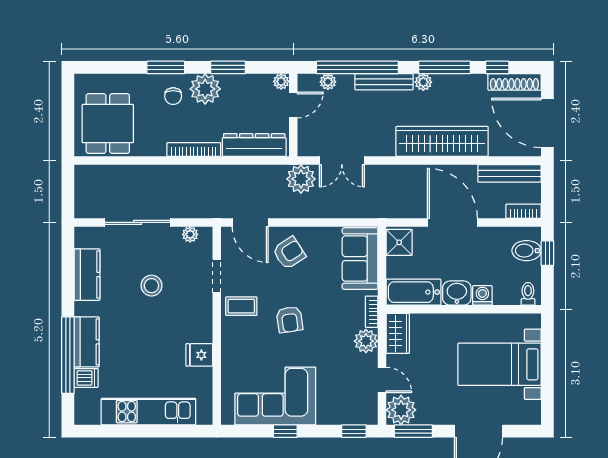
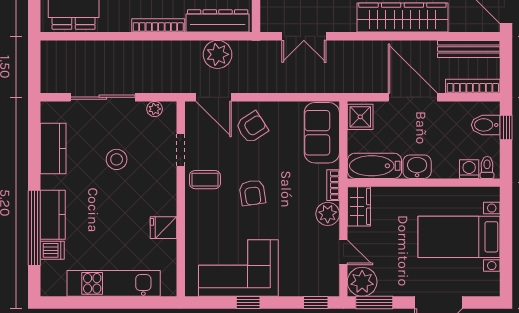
plant: (301, 179) -> (218, 54), moved
bookcase: (523, 211) -> (473, 86), width x1.56
washing machine: (482, 295) -> (469, 169), moved

